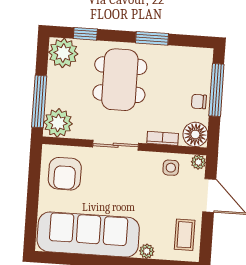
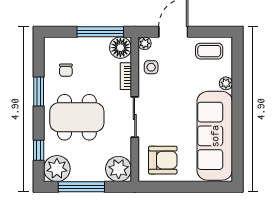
window: (216, 90) -> (100, 32), moved
window: (39, 101) -> (81, 187), moved
chair: (199, 102) -> (66, 70), moved

